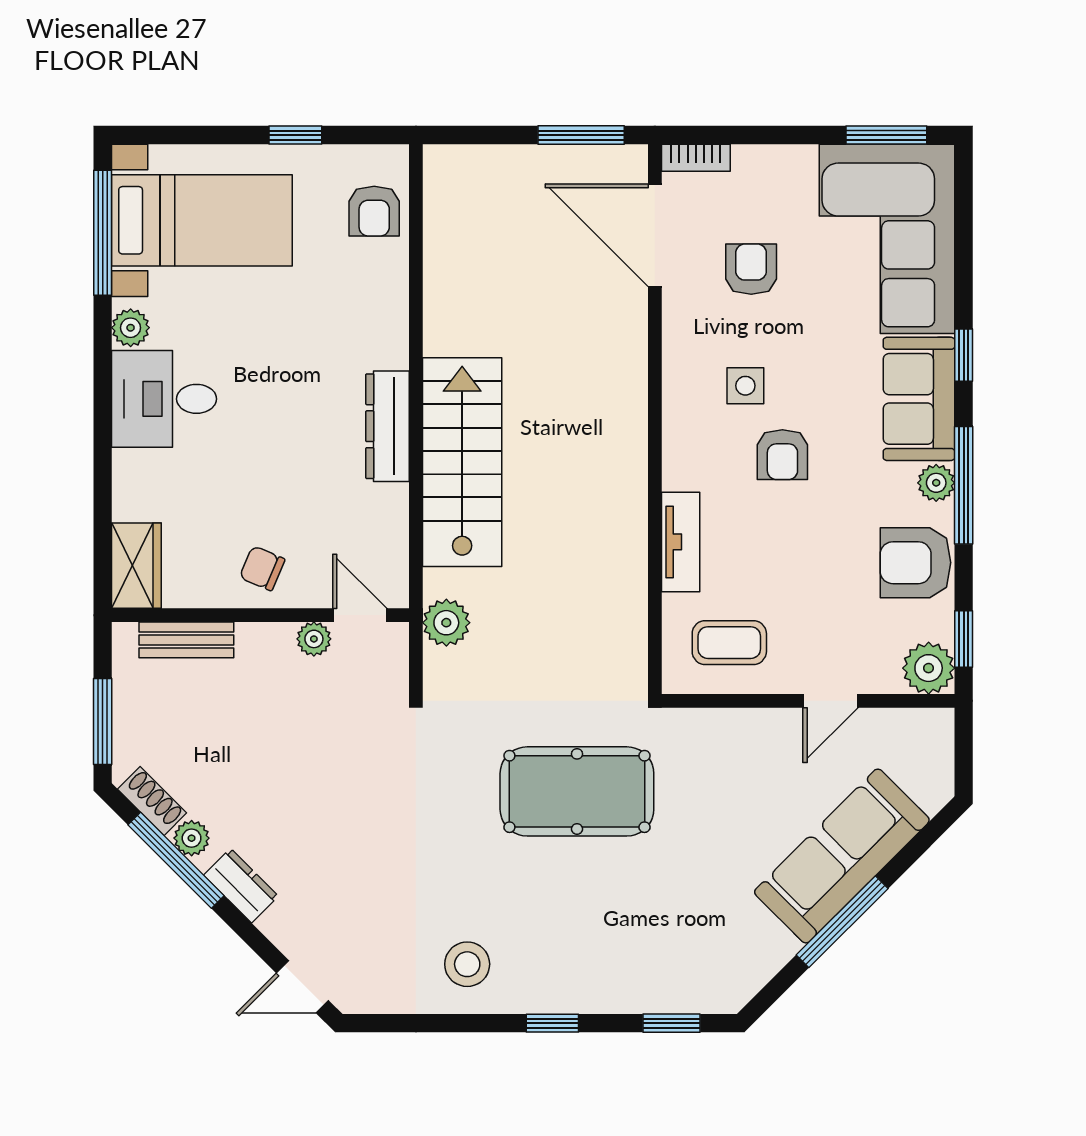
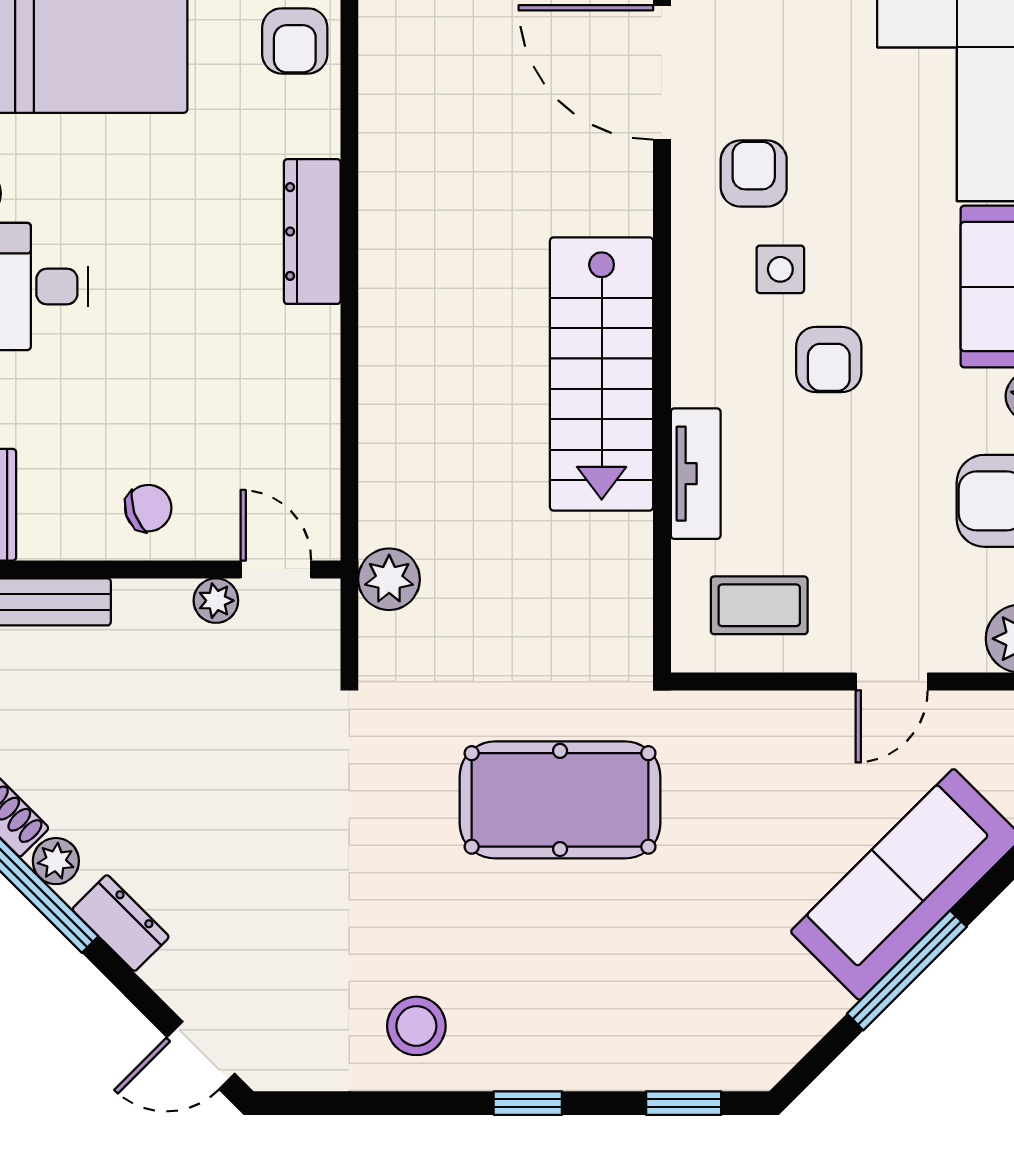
armchair: (751, 269) -> (754, 174), moved
dresser: (388, 426) -> (312, 232), moved
stairs: (462, 462) -> (602, 374), moved, turned 180
chair: (262, 568) -> (148, 508), turned 138

